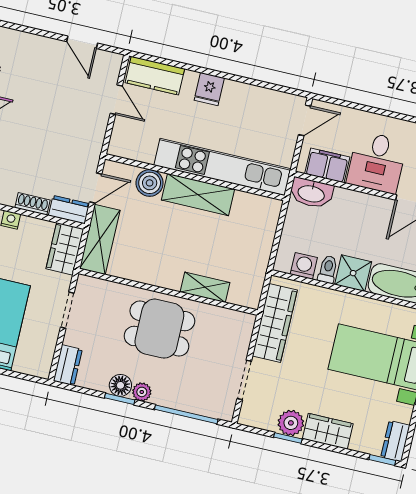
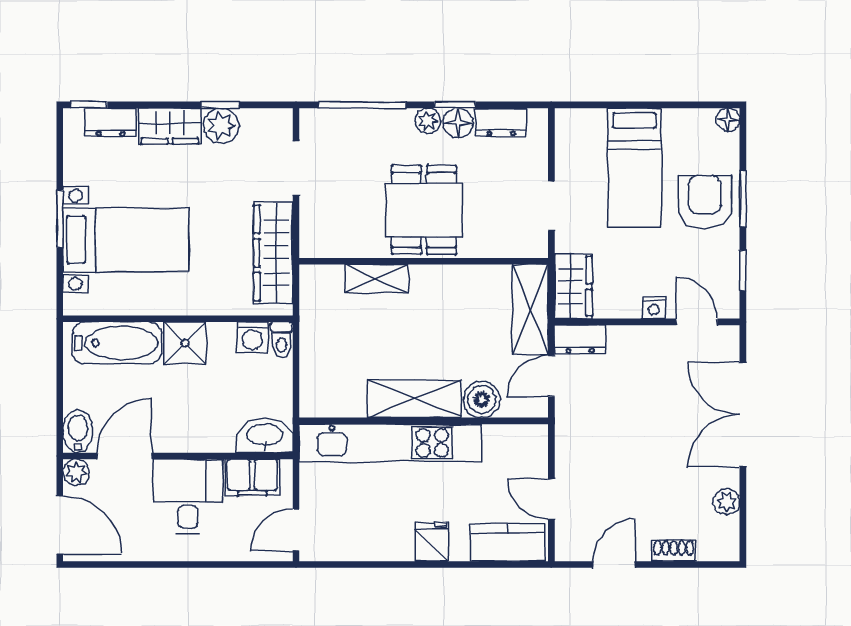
door: (82, 42) -> (614, 564), hinge flipped
shoe rack: (32, 204) -> (674, 551), moved, turned 180
toilet: (328, 269) -> (281, 340), moved
dining table: (159, 329) -> (424, 210), turned 90
dresser: (68, 365) -> (501, 122), moved, turned -90
dresser: (395, 441) -> (111, 123), moved, turned 90

